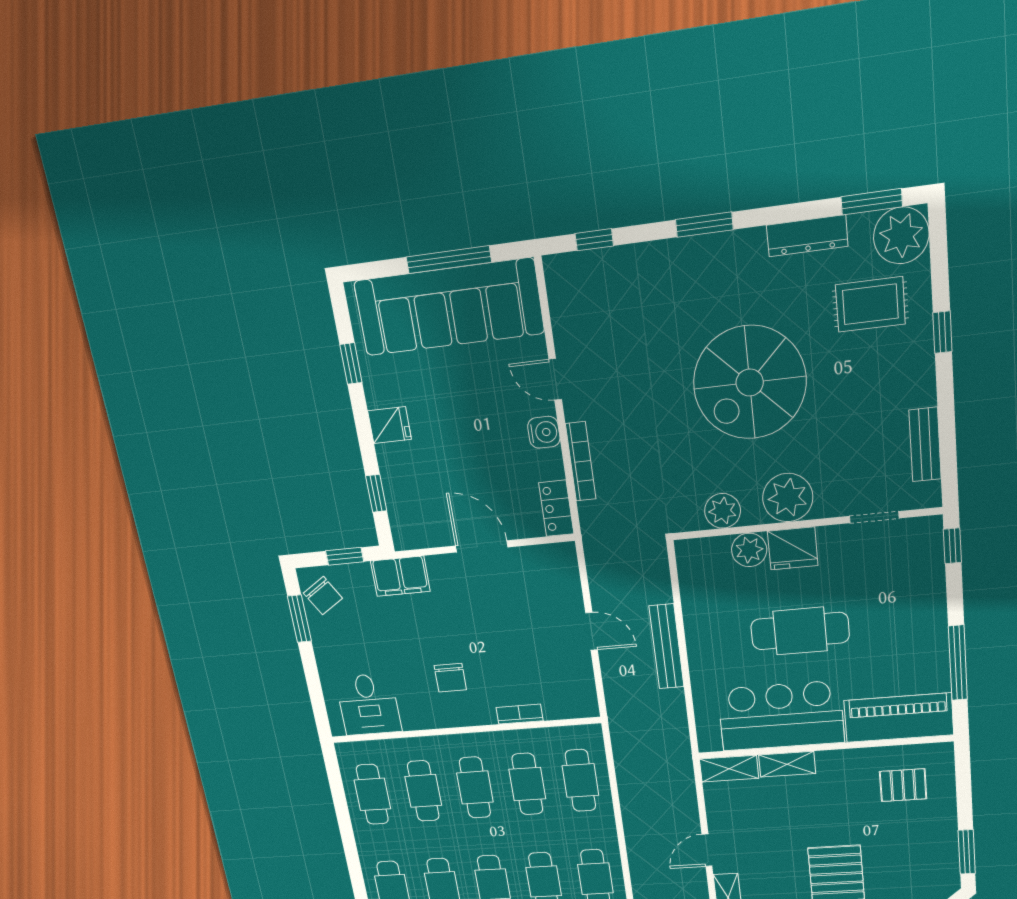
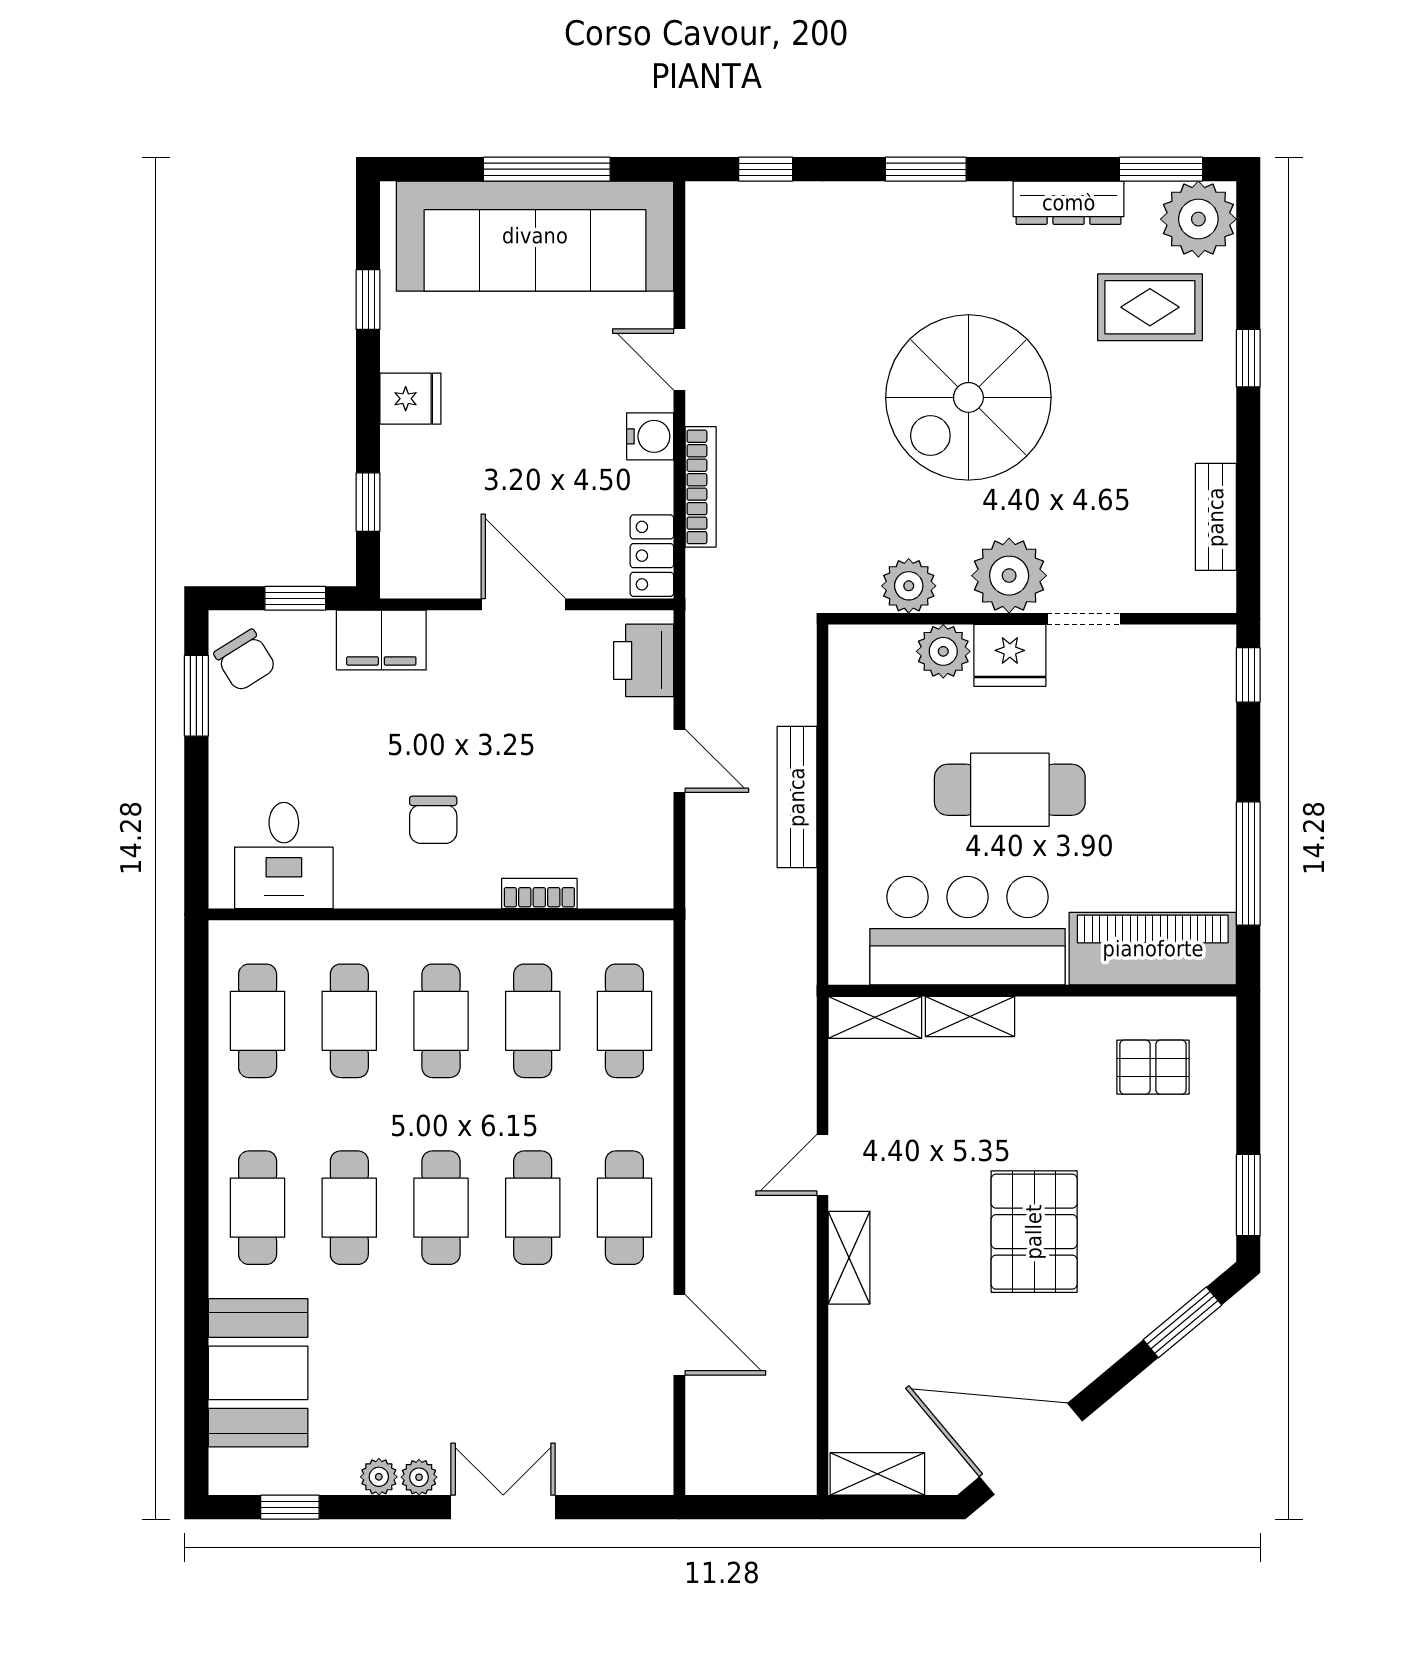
doorway: (874, 517) -> (1084, 619), moved
printer: (561, 573) -> (644, 660), added

